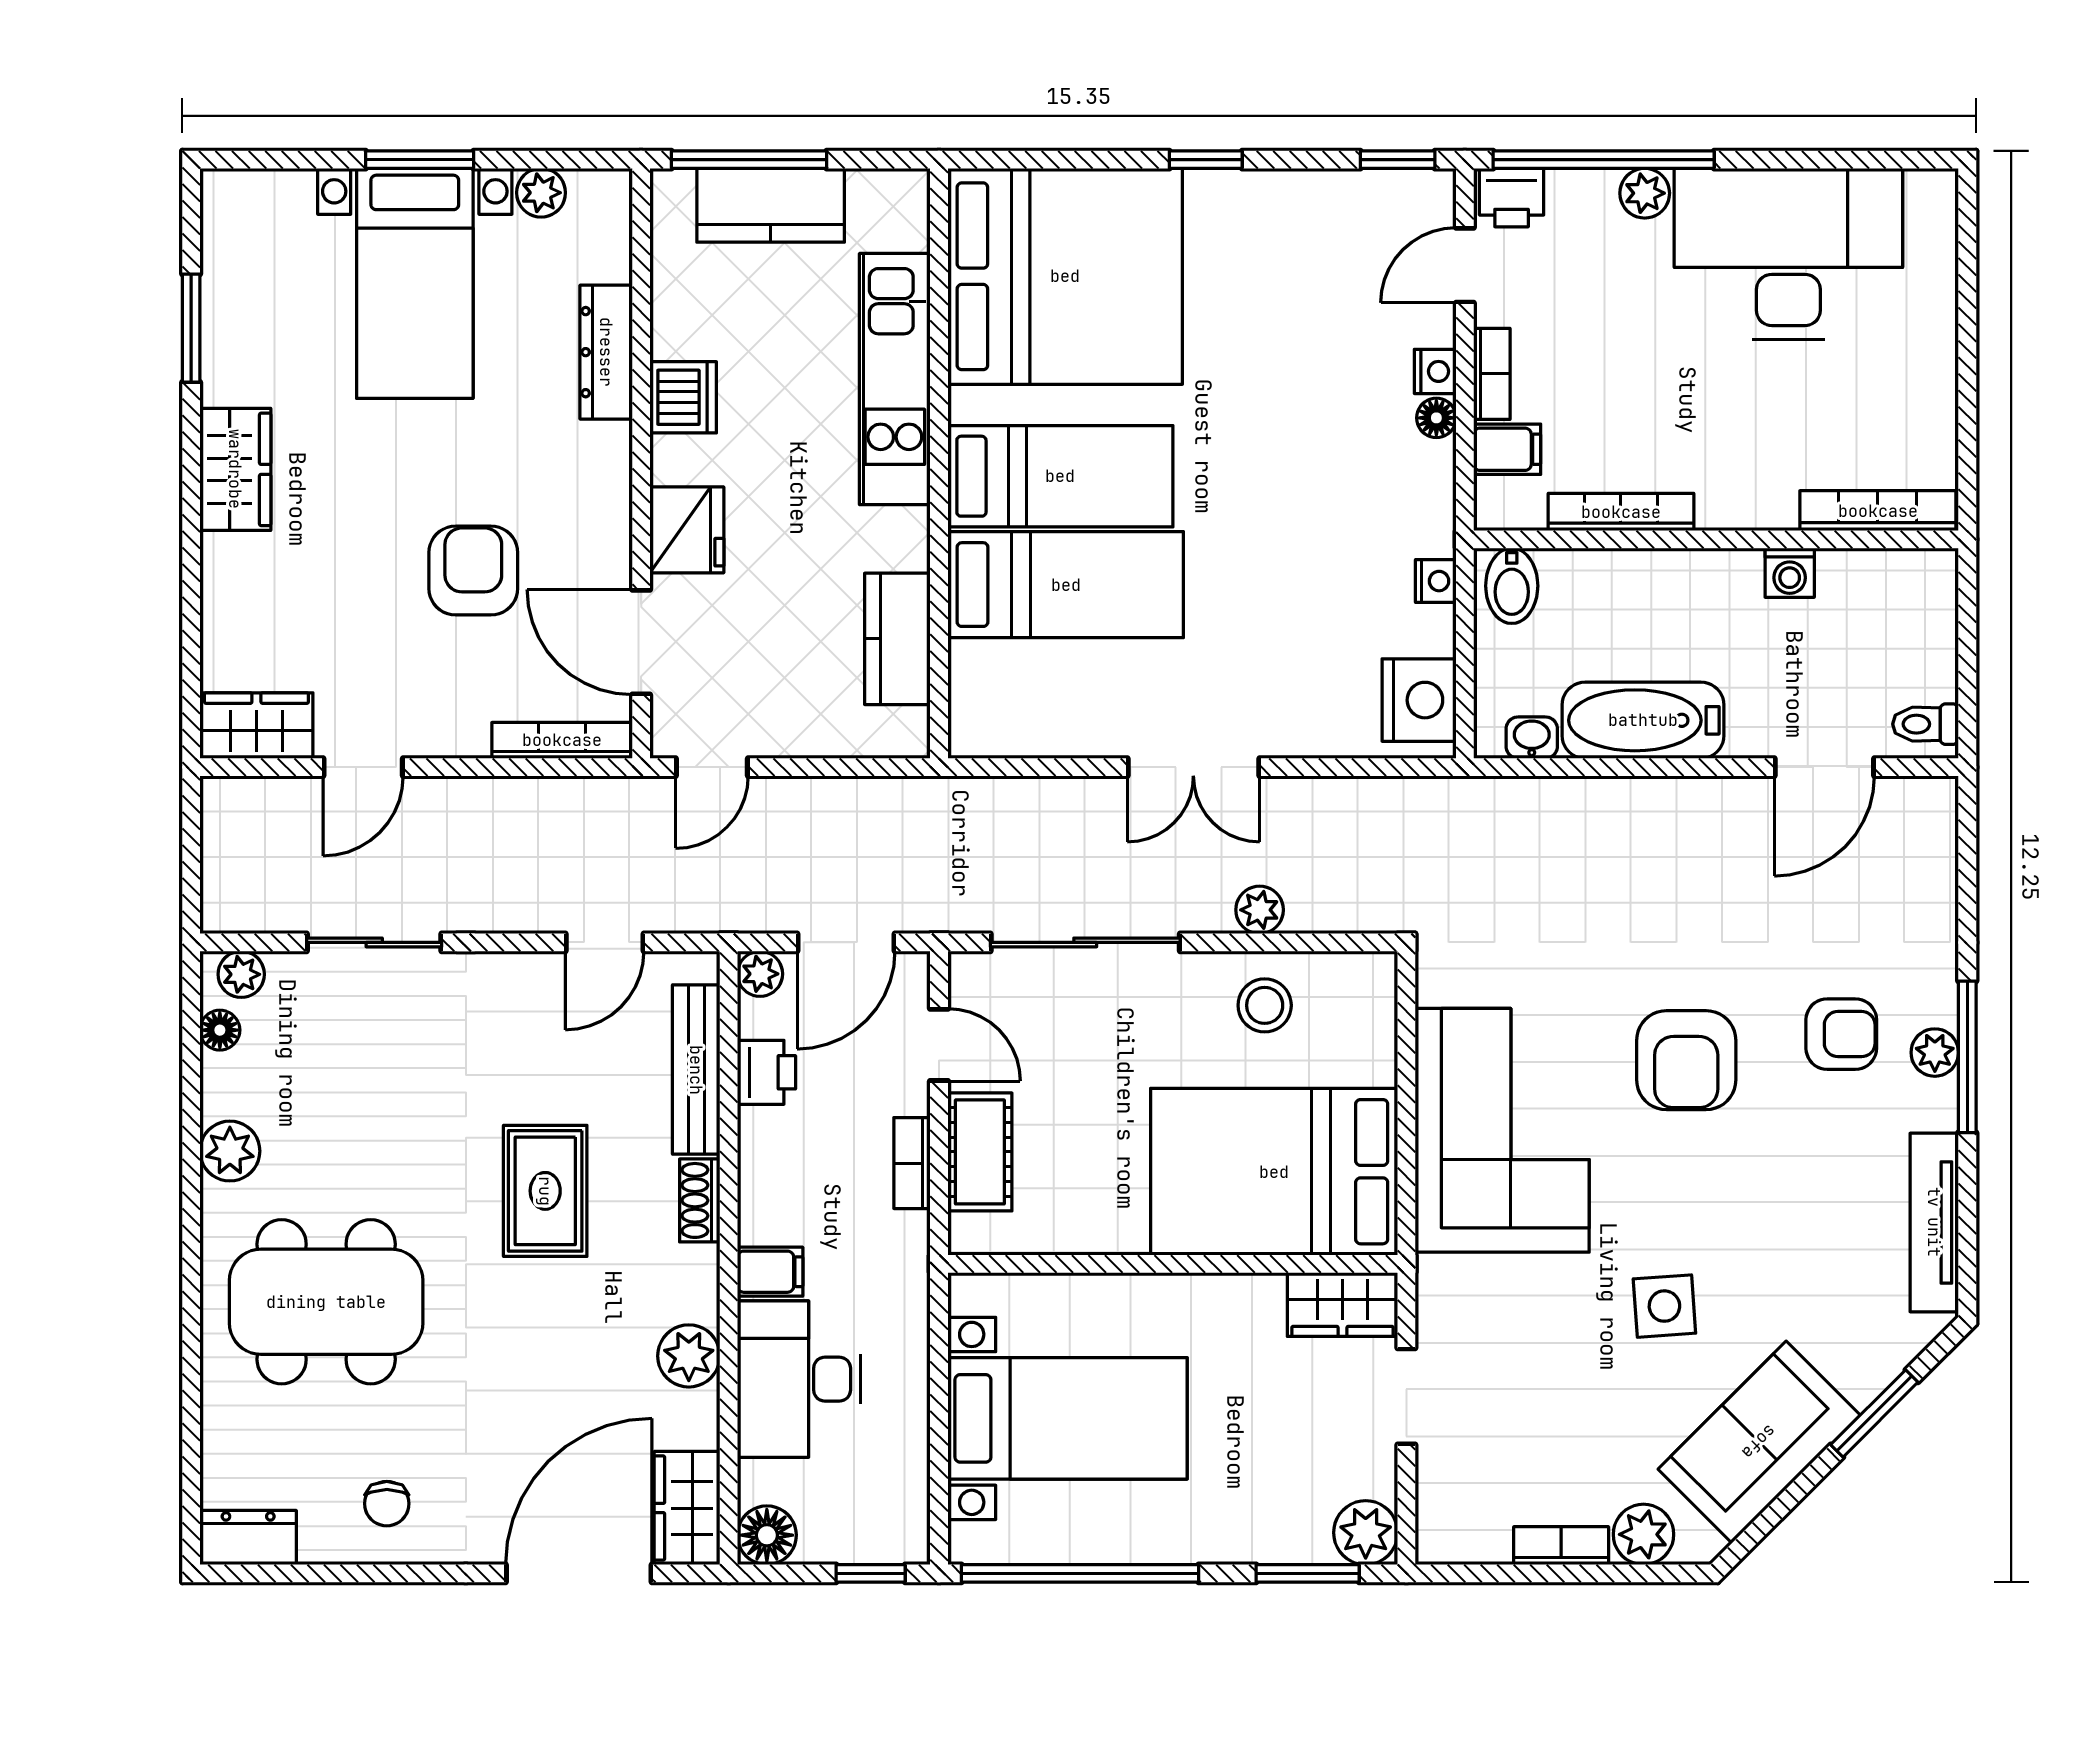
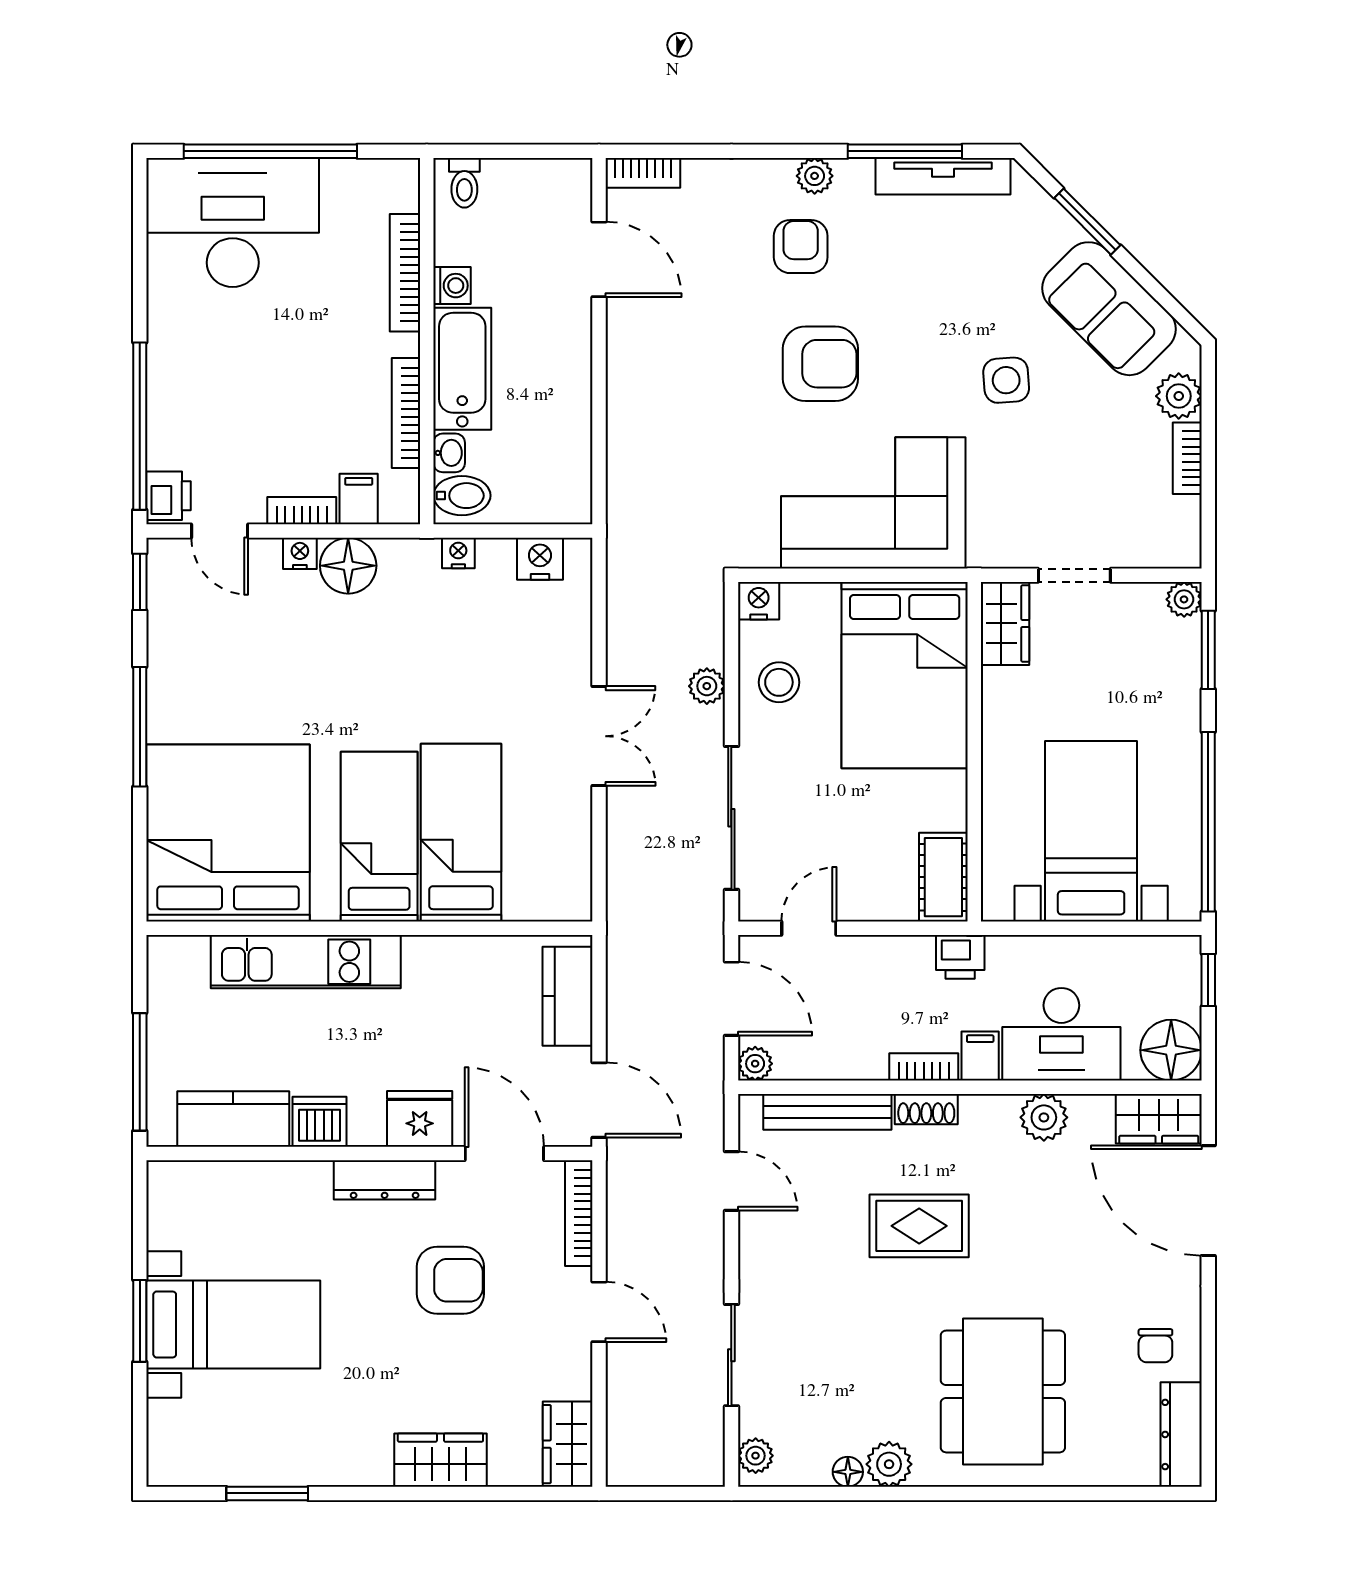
window: (1206, 160) -> (140, 727), width x2.17
plant: (541, 193) -> (165, 1229), removed
plant: (1645, 193) -> (165, 395), removed
kitchen counter: (771, 205) -> (233, 1119), moved, turned -90
desk: (1788, 254) -> (233, 223), moved, turned 90
window: (1967, 332) -> (270, 151), added
dresser: (606, 352) -> (385, 1180), moved
floor lamp: (1436, 418) -> (348, 566), width x1.89, depth x1.89
wardrobe: (235, 469) -> (440, 1460), moved
bookcase: (1878, 511) -> (405, 273), moved
armchair: (473, 571) -> (450, 1280), turned 180
kitchen counter: (897, 639) -> (568, 996), moved, turned 90
door: (641, 642) -> (504, 1154), swing flipped
nightstand: (1419, 700) -> (540, 559), width x0.74, depth x0.75
bathtub: (1643, 720) -> (462, 369), moved, turned 180
toilet: (1926, 724) -> (464, 183), moved
washbasin: (1532, 738) -> (449, 453), moved, turned 180
door: (363, 767) -> (599, 1312), moved
door: (712, 767) -> (599, 1100), width x1.38
bookcase: (1939, 825) -> (643, 173), added
nightstand: (1373, 978) -> (759, 601), added
floor lamp: (220, 1030) -> (848, 1472), moved
window: (1967, 1057) -> (905, 151), moved
printer: (767, 1072) -> (960, 957), moved, turned 180
cot: (980, 1152) -> (943, 877), moved, turned 90
bookcase: (912, 1163) -> (924, 1067), moved, turned 180
chair: (387, 1504) -> (1155, 1346), turned 90
plant: (1366, 1533) -> (1184, 599), width x0.73, depth x0.73
floor lamp: (767, 1535) -> (1171, 1050), width x1.38, depth x1.38
dresser: (248, 1538) -> (1181, 1434), width x1.44

